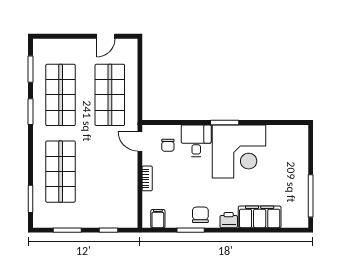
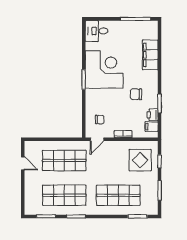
desk: (196, 141) -> (97, 31), moved
display table: (110, 203) -> (140, 160), added
chair: (200, 215) -> (136, 94), moved
printer: (229, 220) -> (152, 115), moved

